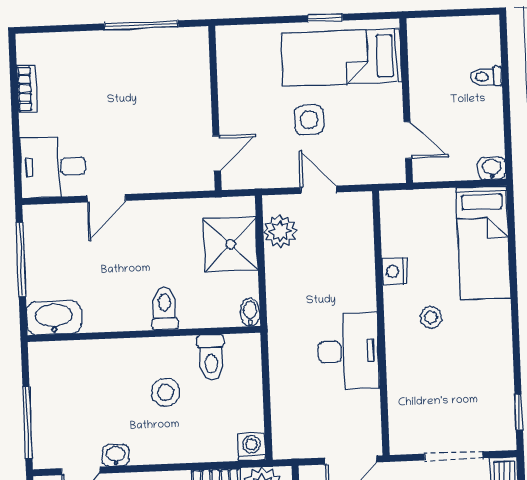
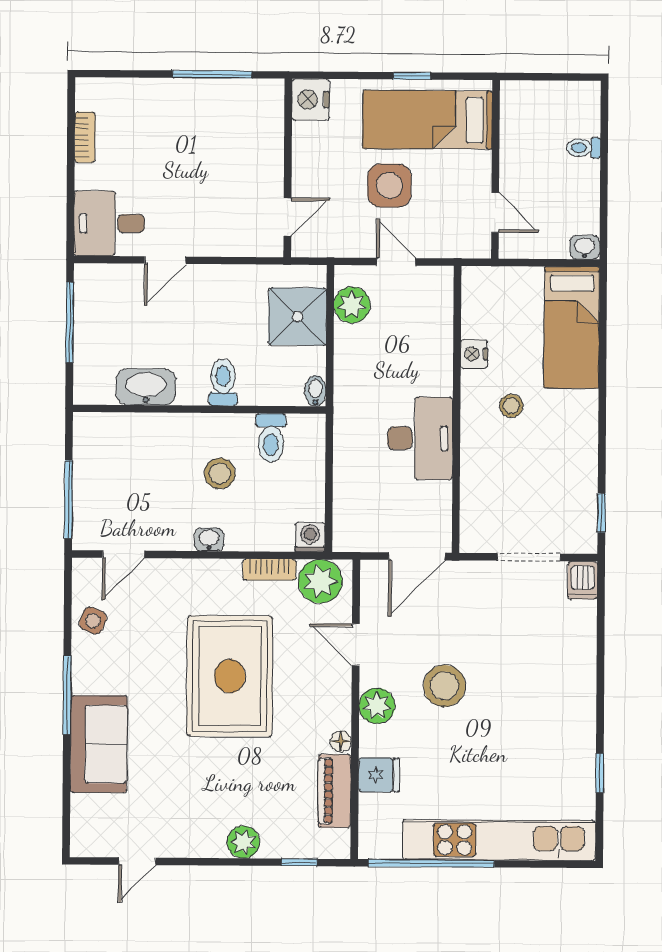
nightstand: (233, 44) -> (311, 100), added
side table: (309, 120) -> (389, 185), width x1.37, depth x1.37
washbasin: (54, 318) -> (146, 387), moved
washbasin: (116, 455) -> (209, 539), moved

